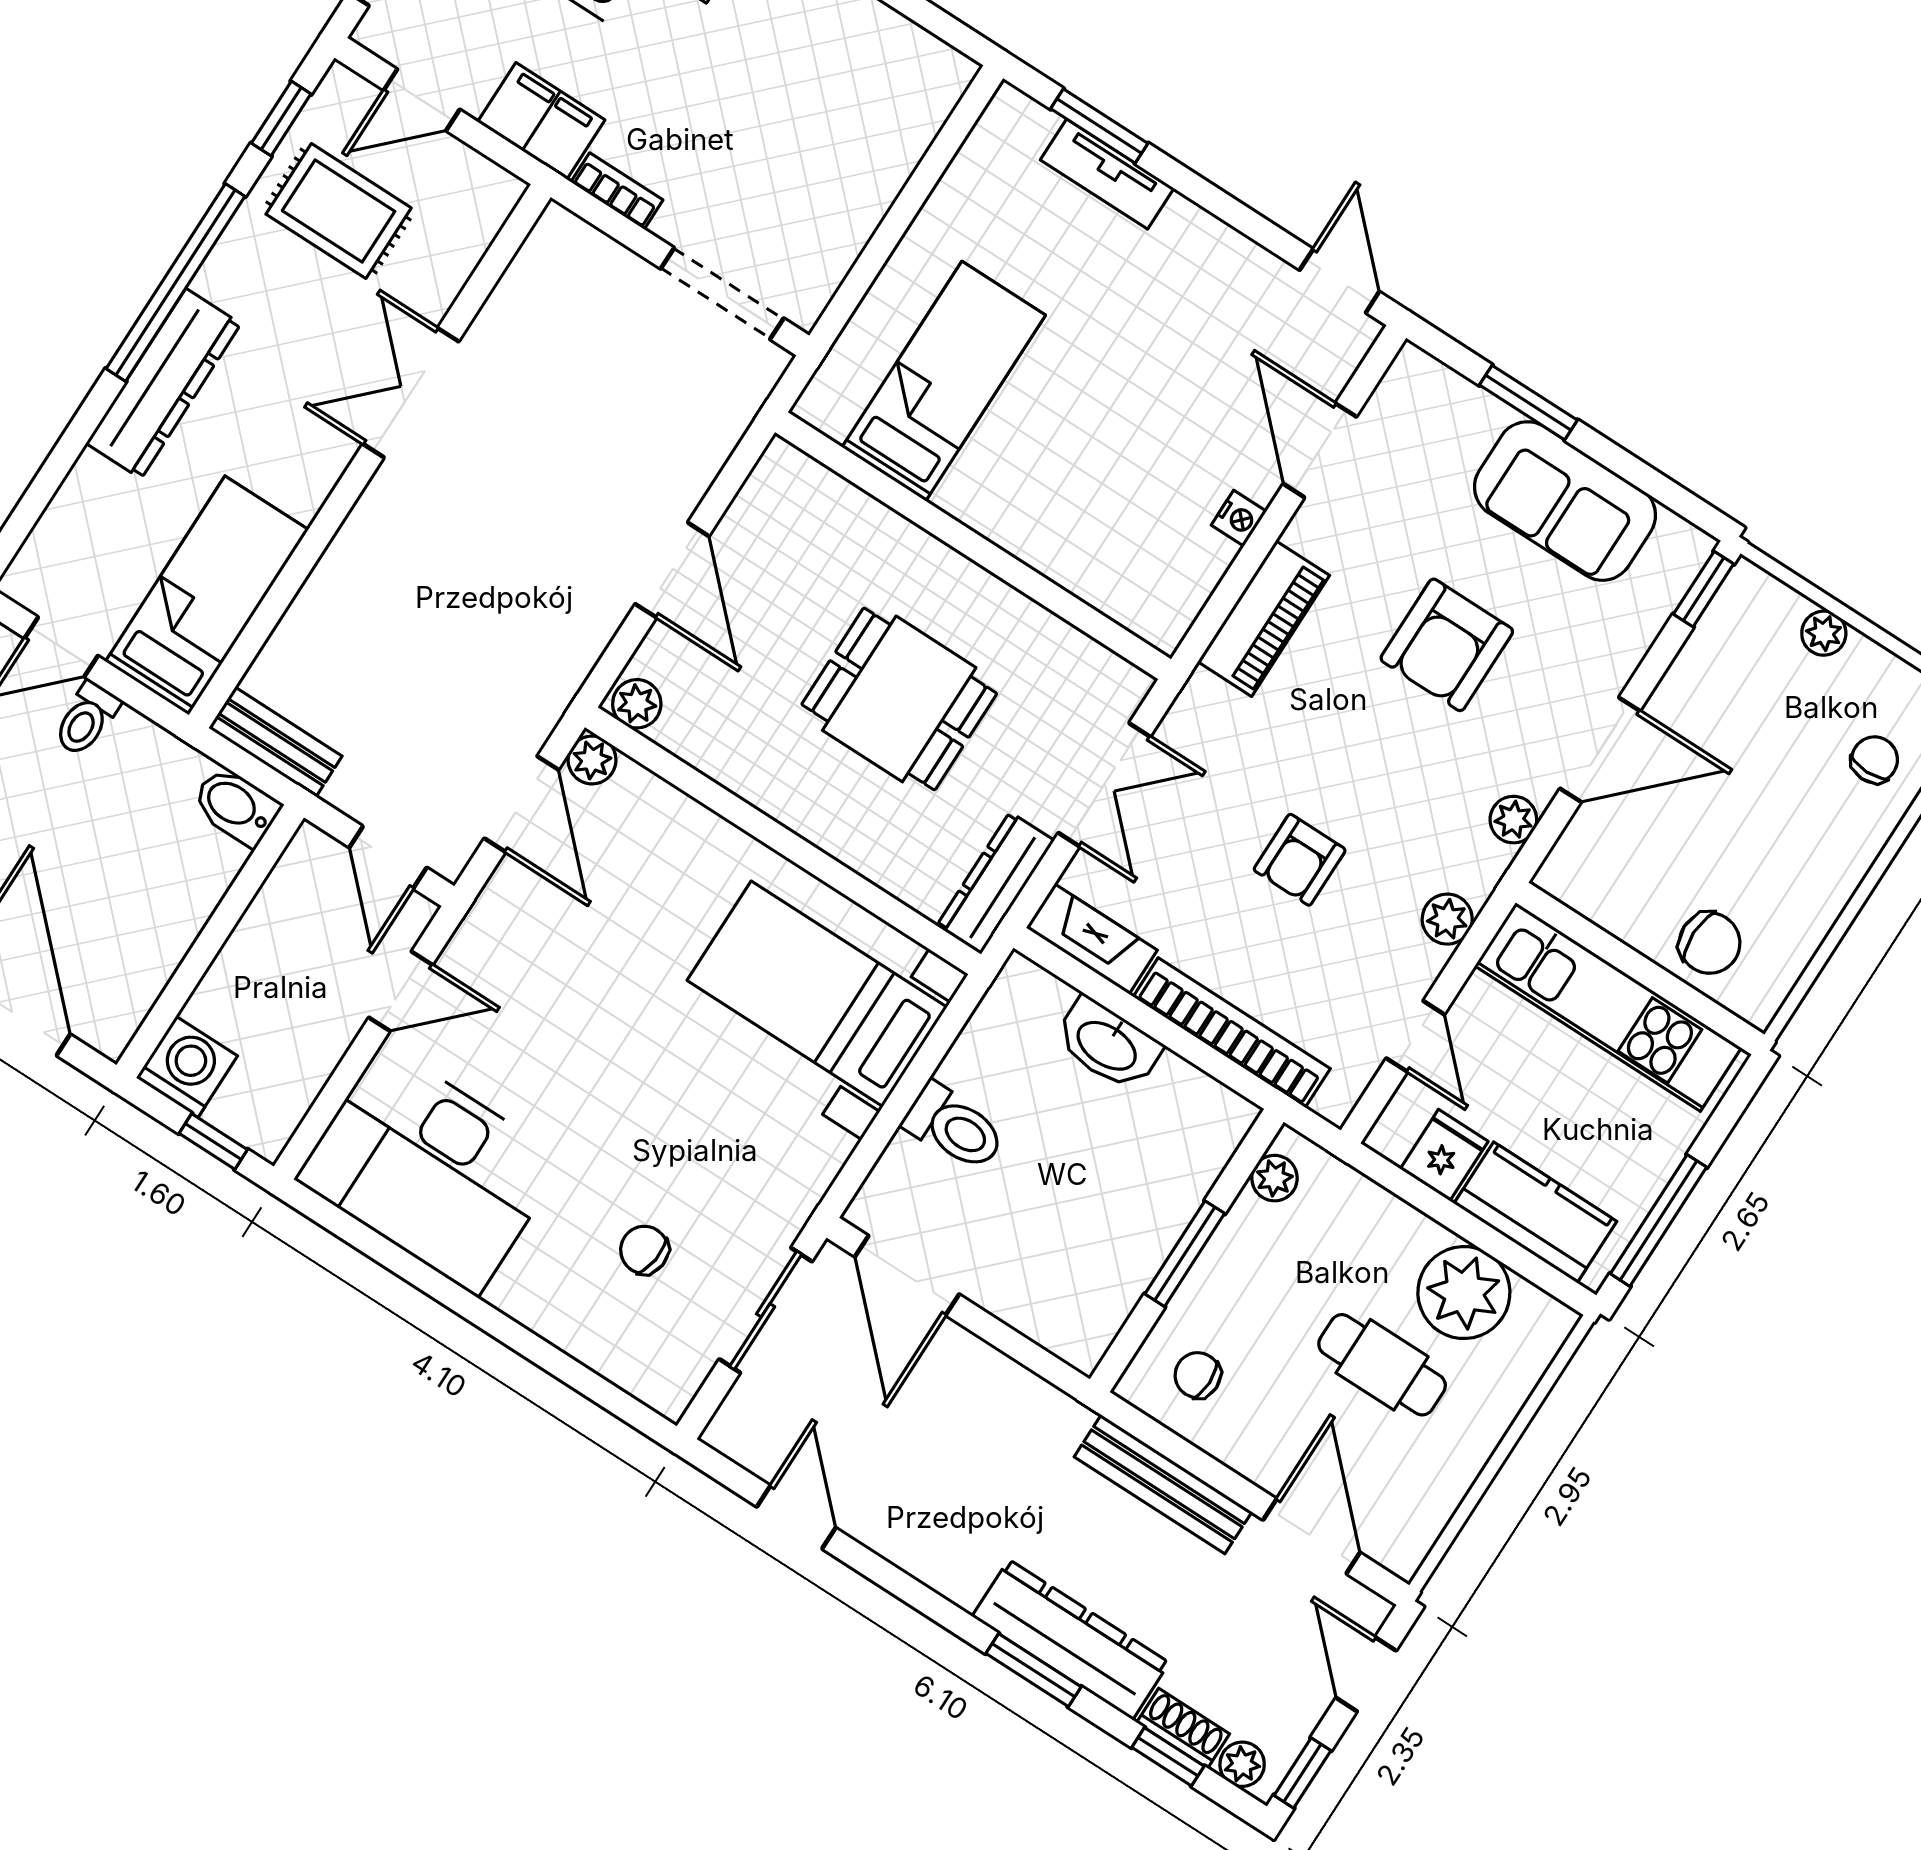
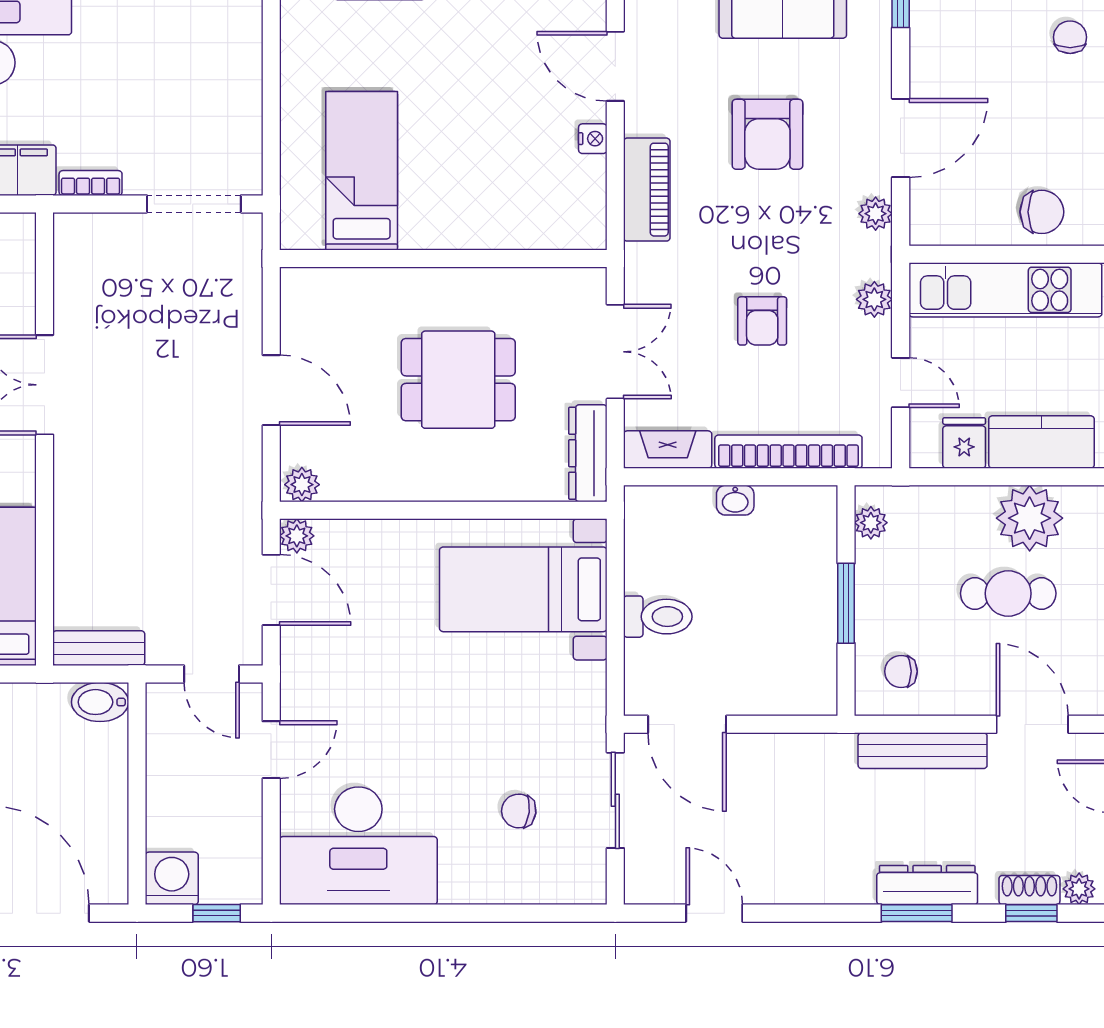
washbasin: (1108, 1044) -> (735, 500), width x0.52, depth x0.69
dresser: (1071, 1640) -> (927, 885), width x0.73, depth x0.80

